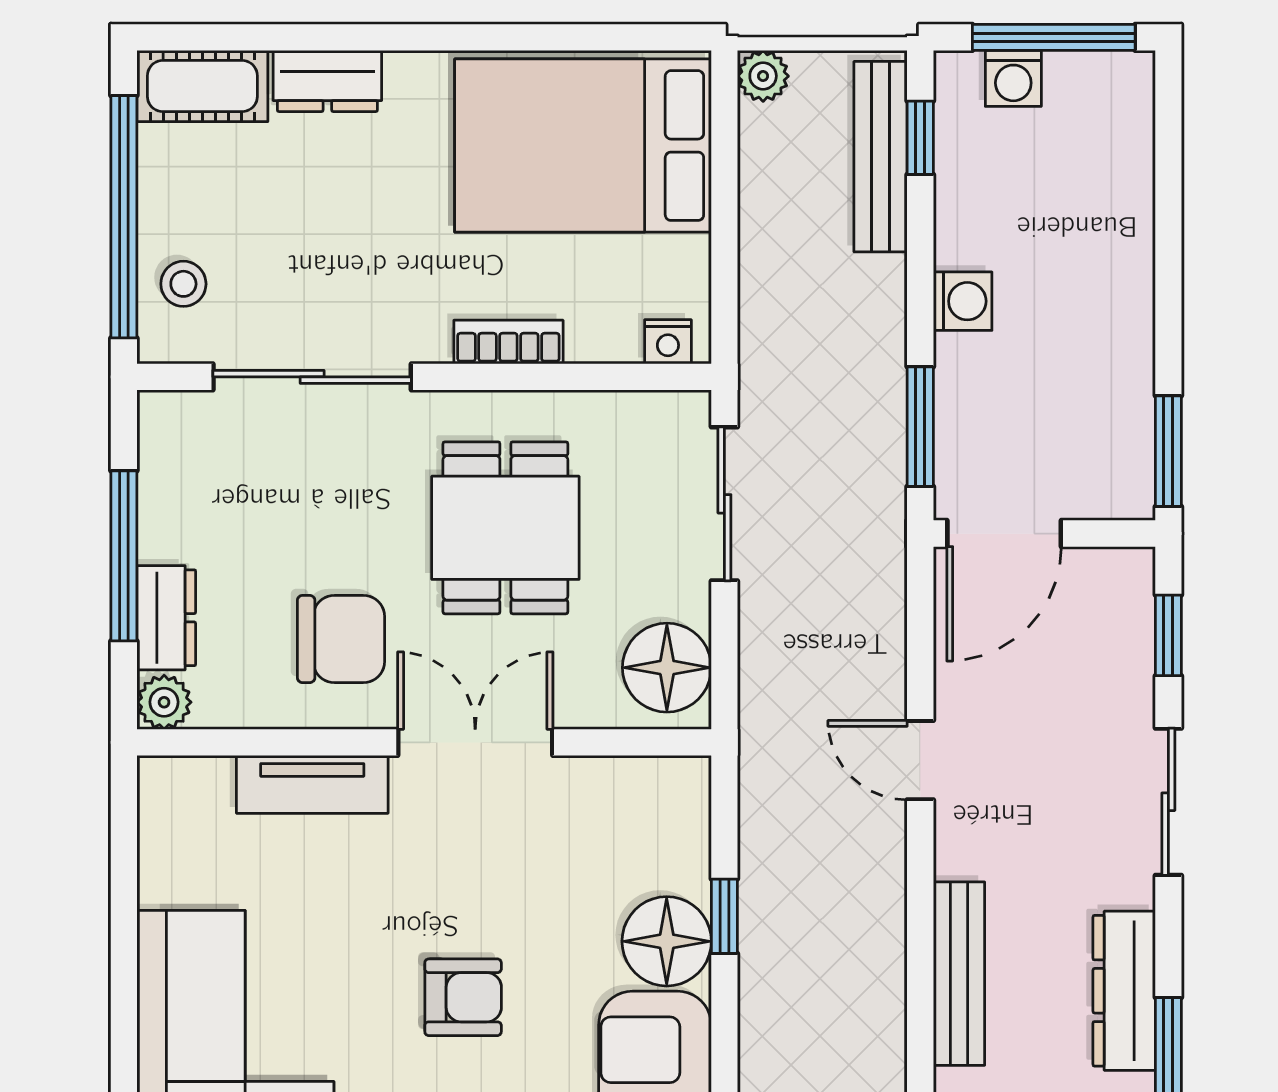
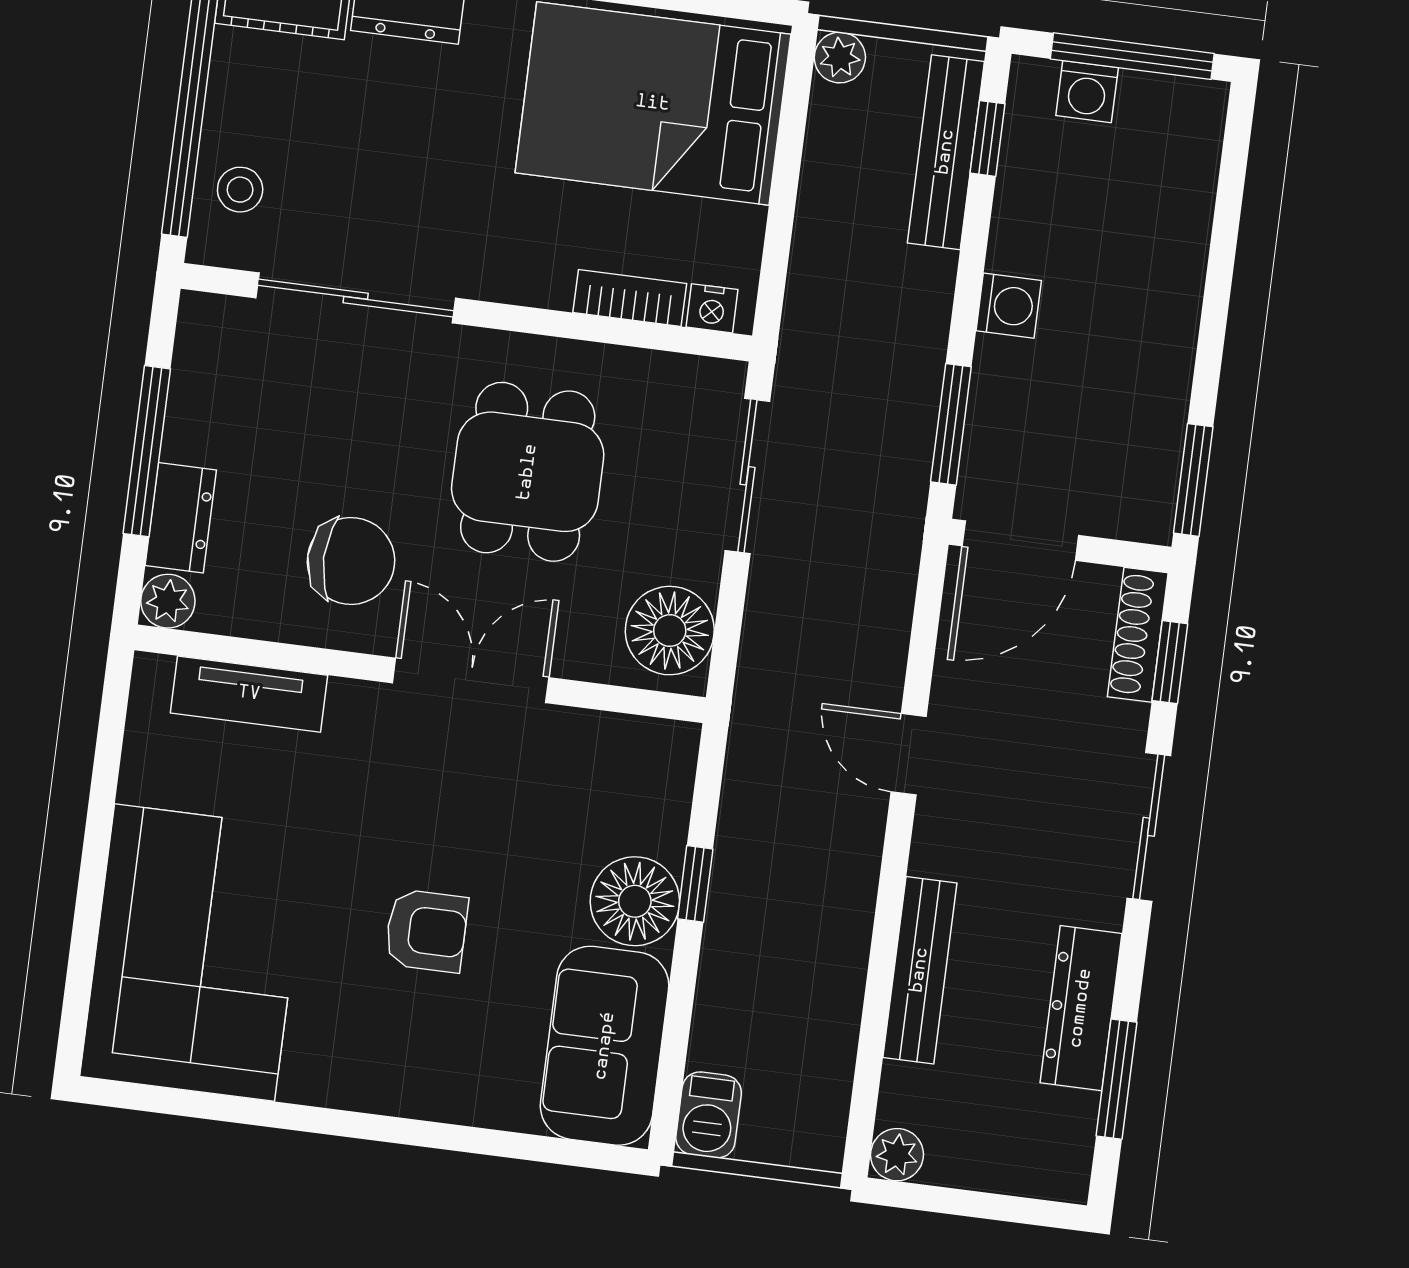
bookcase: (508, 342) -> (630, 298), moved
shoe rack: (1133, 612) -> (1138, 635), added
tv unit: (312, 784) -> (249, 694), moved

